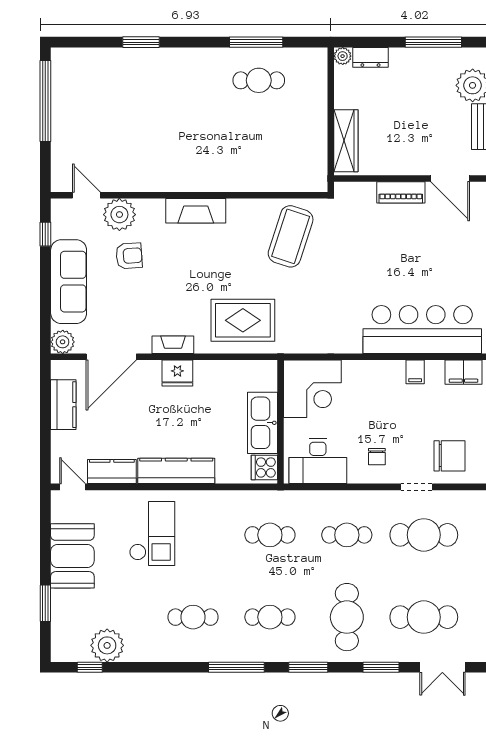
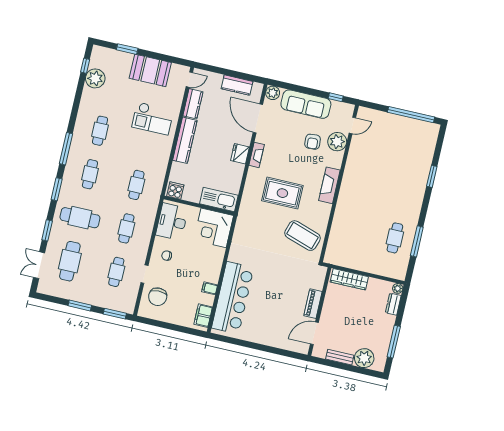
rug: (243, 320) -> (282, 193), moved, turned 90
kitchen sink: (263, 423) -> (219, 200), moved
cafe table: (424, 535) -> (116, 272), width x0.73, depth x0.74

